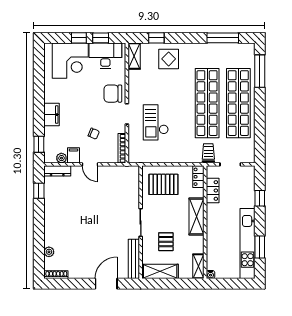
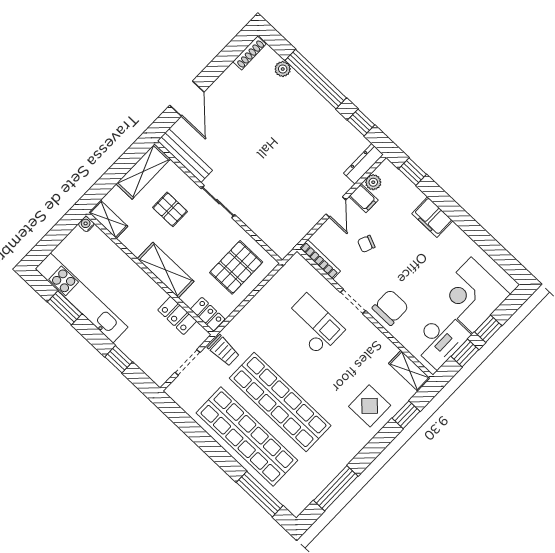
door: (90, 164) -> (336, 207), swing flipped
window: (39, 232) -> (316, 79), added

